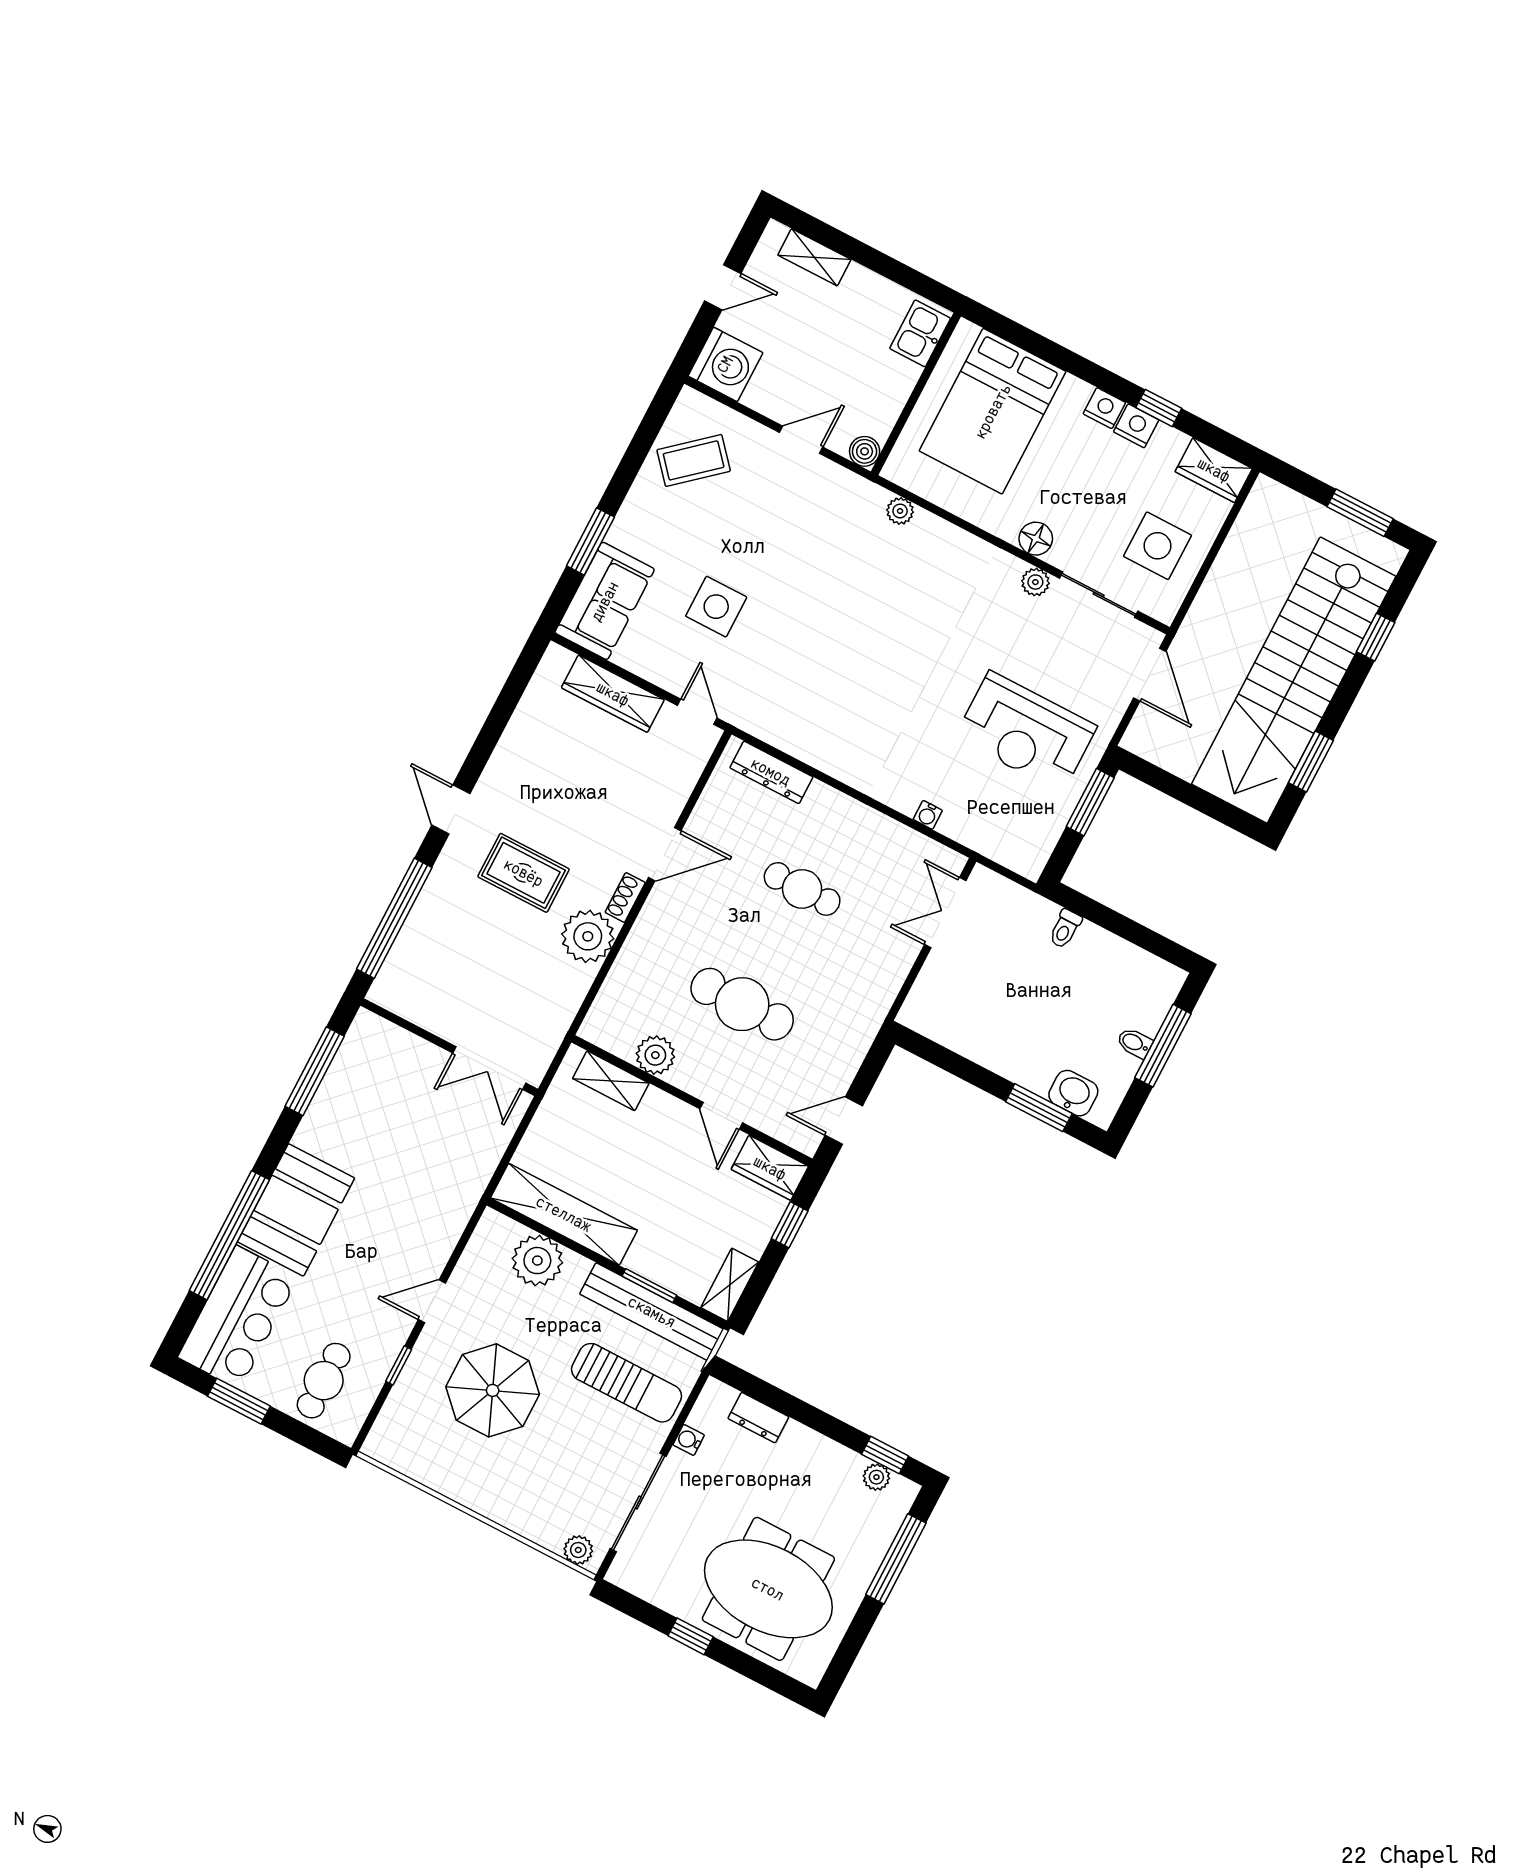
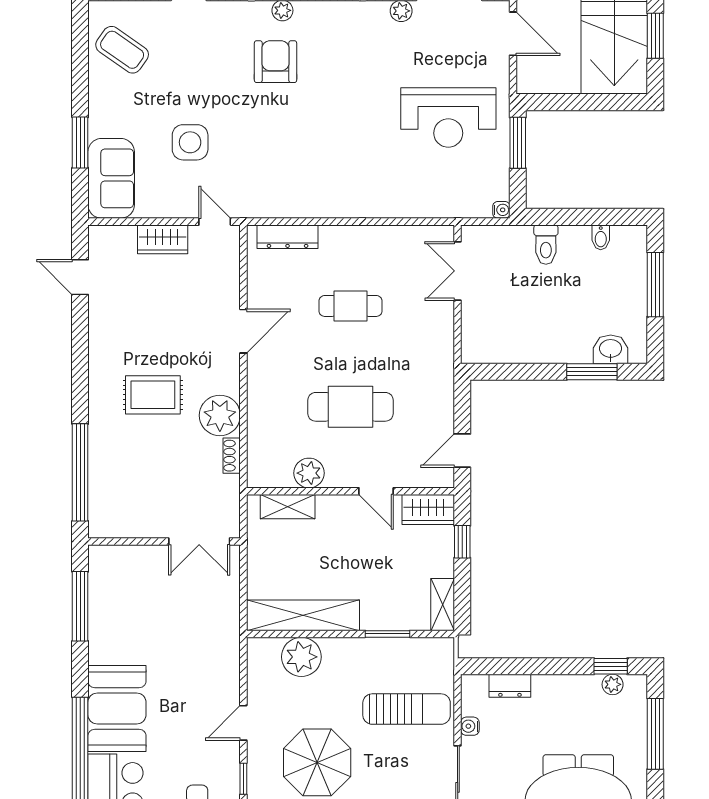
coffee table: (694, 460) -> (122, 50), turned 76
armchair: (862, 565) -> (276, 62), added
wardrobe: (613, 694) -> (163, 239), width x0.67
door: (451, 809) -> (80, 277), moved
water cooler: (928, 815) -> (501, 210), moved, turned -90
shoe rack: (625, 897) -> (232, 456), moved
toilet: (1065, 929) -> (546, 245), width x1.37, depth x1.39
bidet: (1135, 1043) -> (601, 237), moved, turned -90
bench: (652, 1312) -> (398, 651), removed

